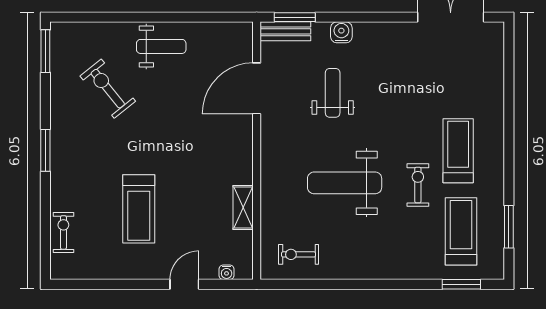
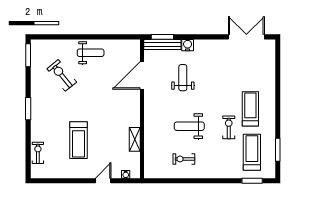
bench: (285, 31) -> (162, 45), width x1.36
weight bench: (345, 183) -> (189, 126), width x0.73, depth x0.75
exercise bike: (298, 254) -> (184, 159), moved

